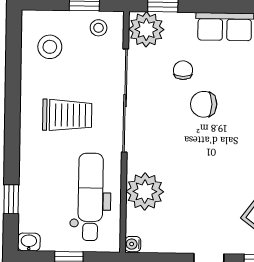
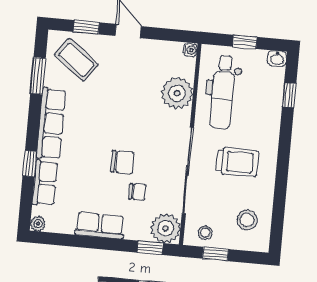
chair: (183, 70) -> (137, 192), turned -90
trolley: (67, 115) -> (237, 162), turned 180

